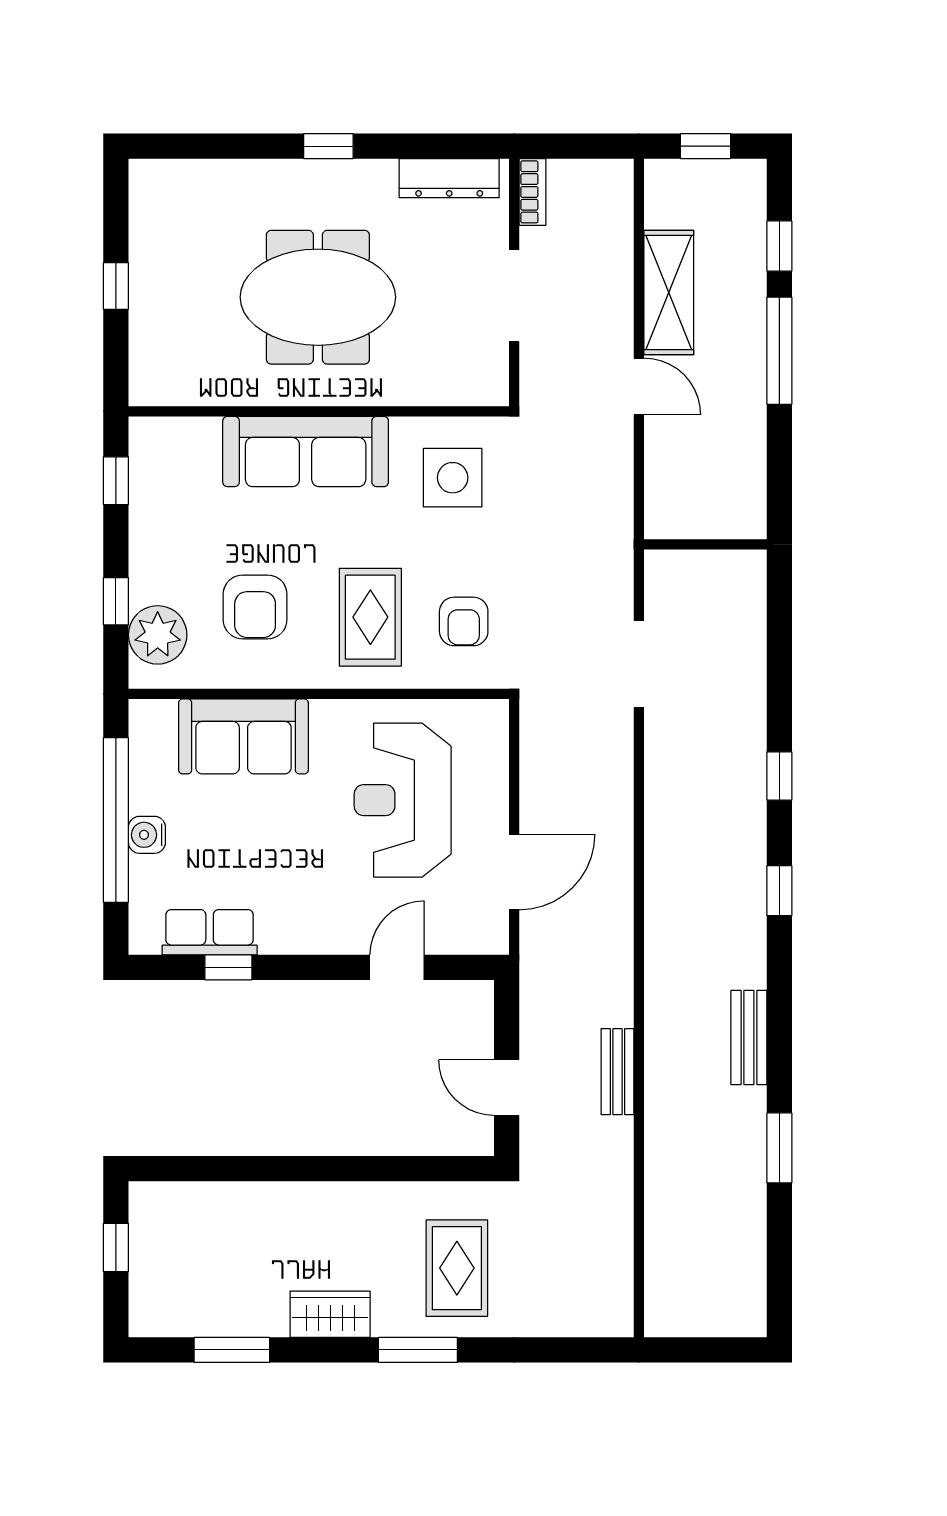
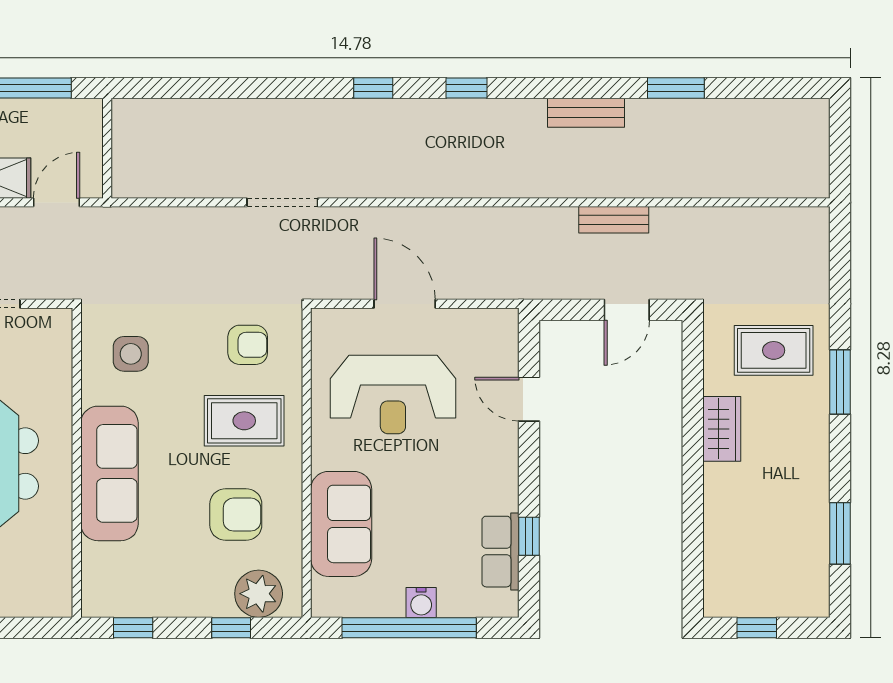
side table: (453, 478) -> (131, 354), width x0.73, depth x0.73
wall: (705, 544) -> (107, 148), moved
door: (514, 872) -> (405, 304), moved
wardrobe: (330, 1314) -> (722, 429), moved, turned 180

